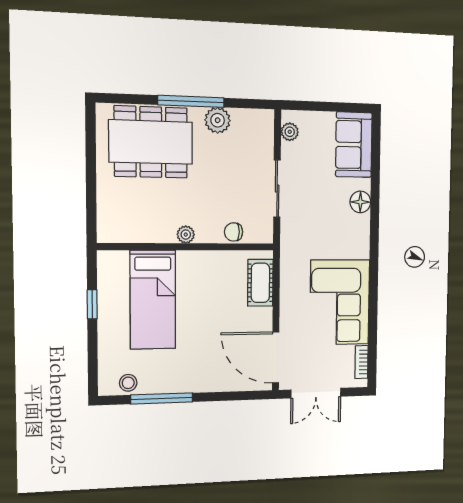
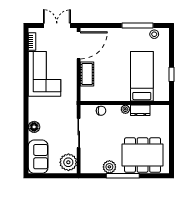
plant: (290, 132) -> (68, 162), width x1.88, depth x1.88
dresser: (156, 232) -> (140, 110), added
cot: (260, 283) -> (87, 74), moved
door: (276, 357) -> (79, 45), hinge flipped

